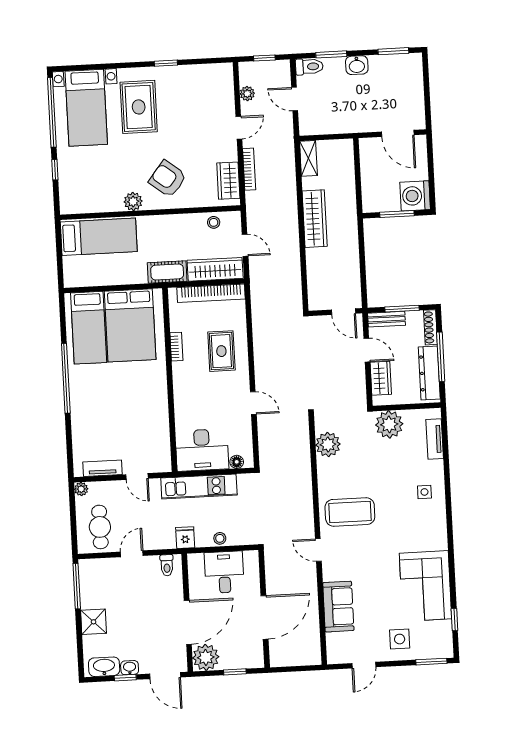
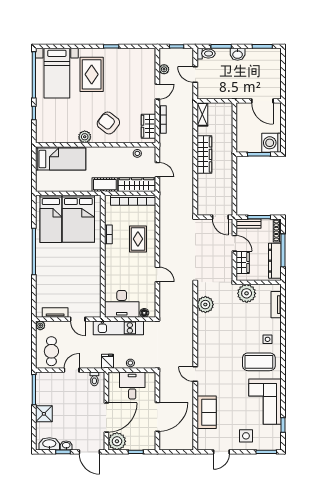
coffee table: (350, 512) -> (259, 362), moved

